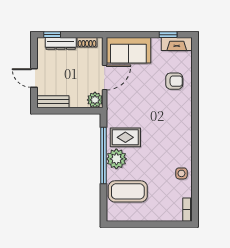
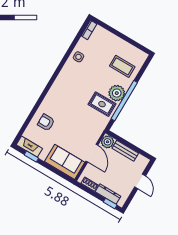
door: (105, 77) -> (92, 153), swing flipped
bench: (53, 102) -> (125, 151), moved
coffee table: (128, 191) -> (122, 66), width x0.73, depth x0.76

